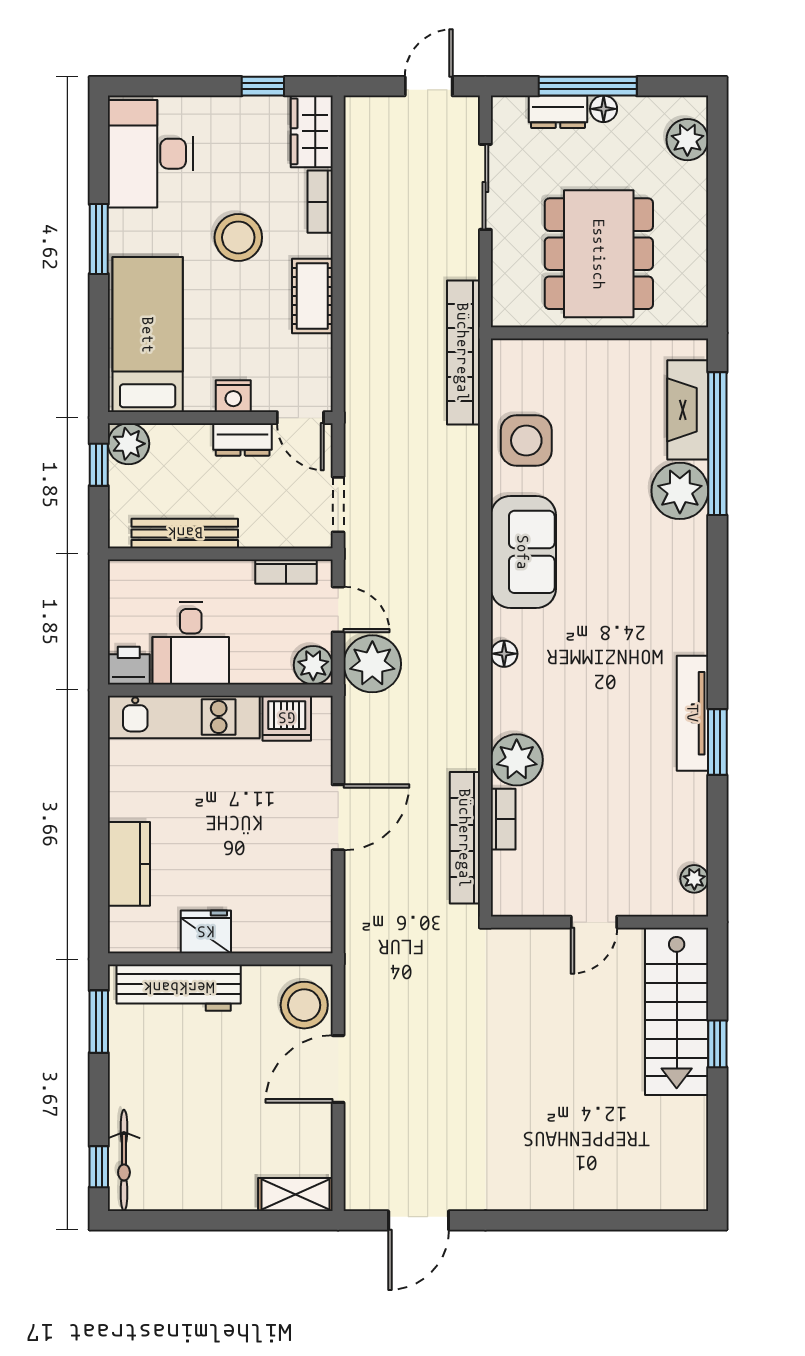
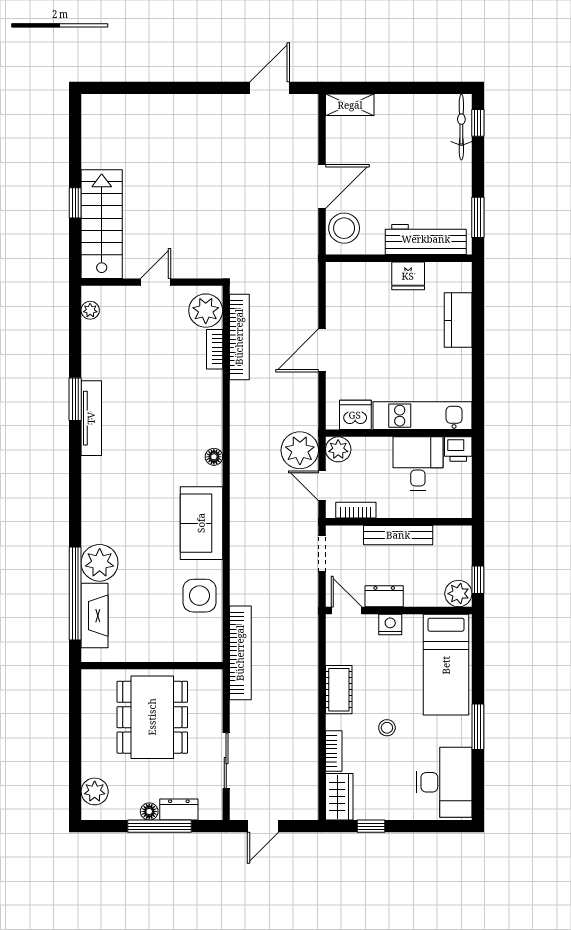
stool: (238, 237) -> (387, 728), width x0.53, depth x0.53
bench: (185, 533) -> (398, 535), moved
plant: (517, 760) -> (206, 311), moved

